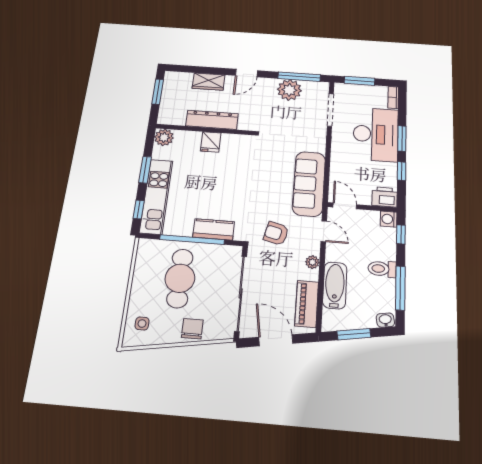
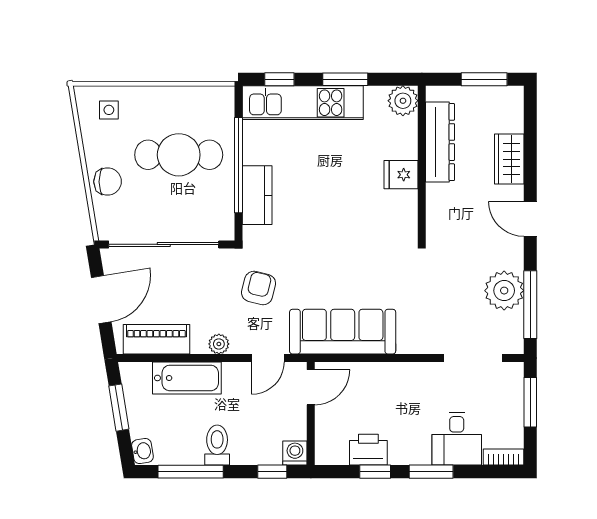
dresser: (212, 120) -> (440, 142), moved
desk: (376, 134) -> (457, 439), width x0.53, depth x0.77
printer: (385, 197) -> (368, 450), moved, turned -90

